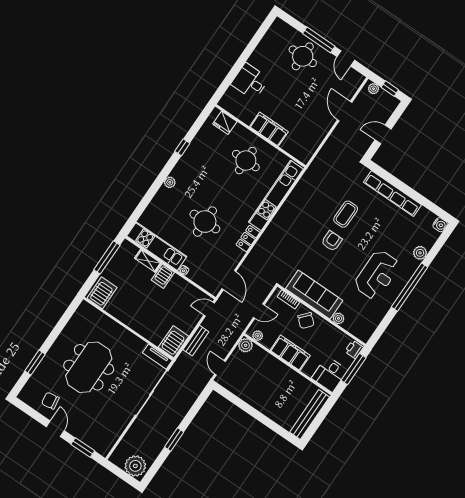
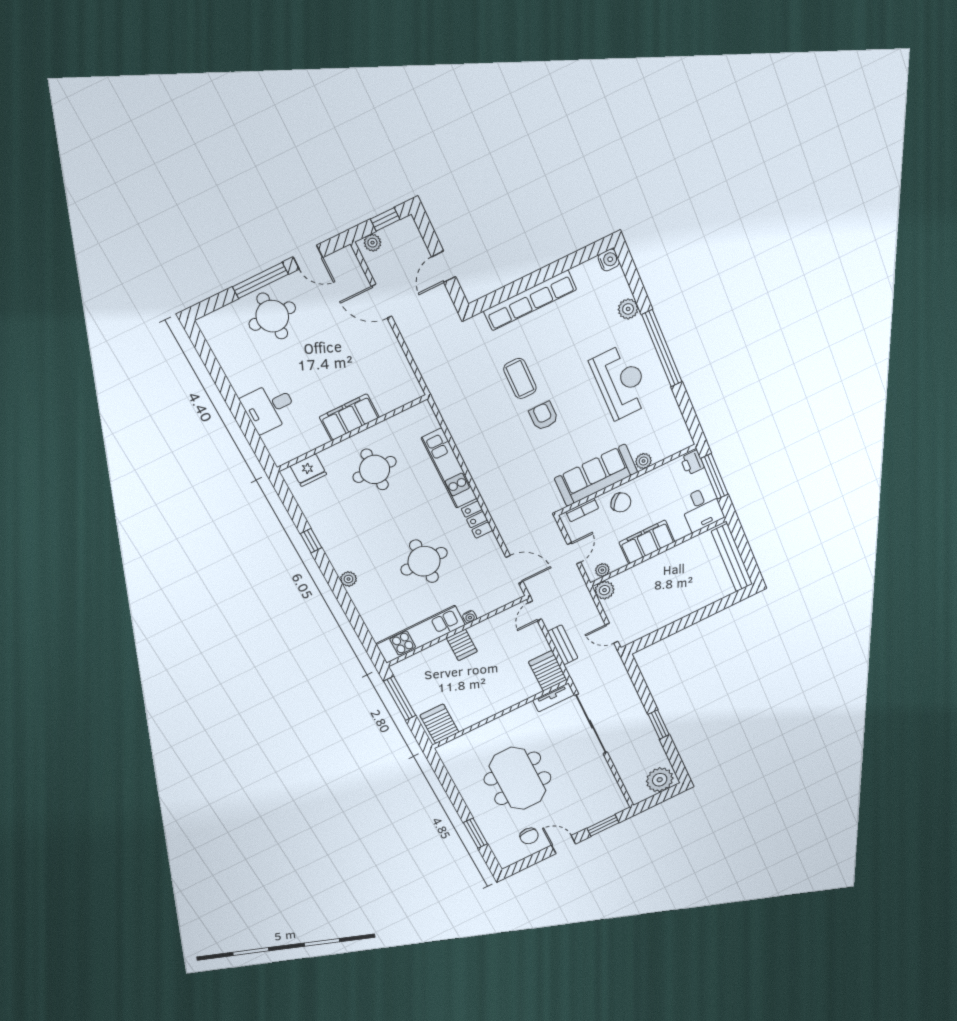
kitchen unit: (276, 195) -> (449, 468), width x0.73
shelving: (148, 261) -> (432, 653), removed
chair: (50, 401) -> (529, 836), turned -81

